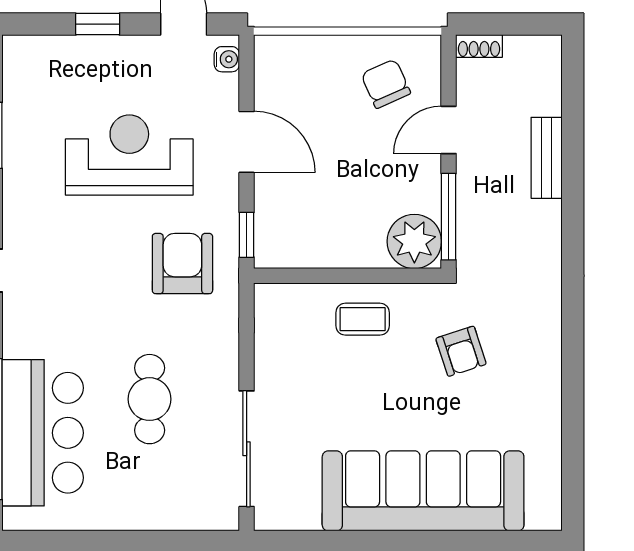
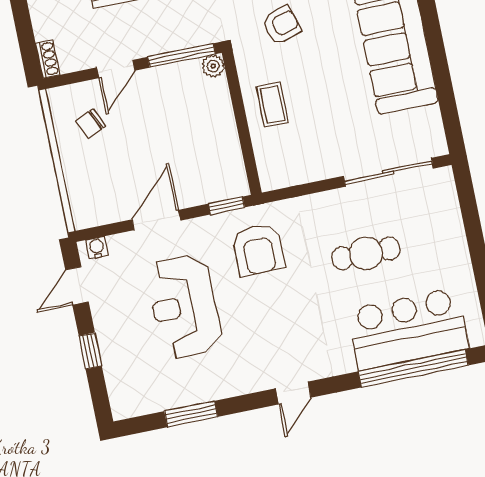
chair: (386, 84) -> (91, 124), width x0.73, depth x0.73
door: (449, 130) -> (116, 69), hinge flipped
plant: (414, 241) -> (213, 66), width x0.53, depth x0.53
armchair: (182, 264) -> (258, 250), turned -90

